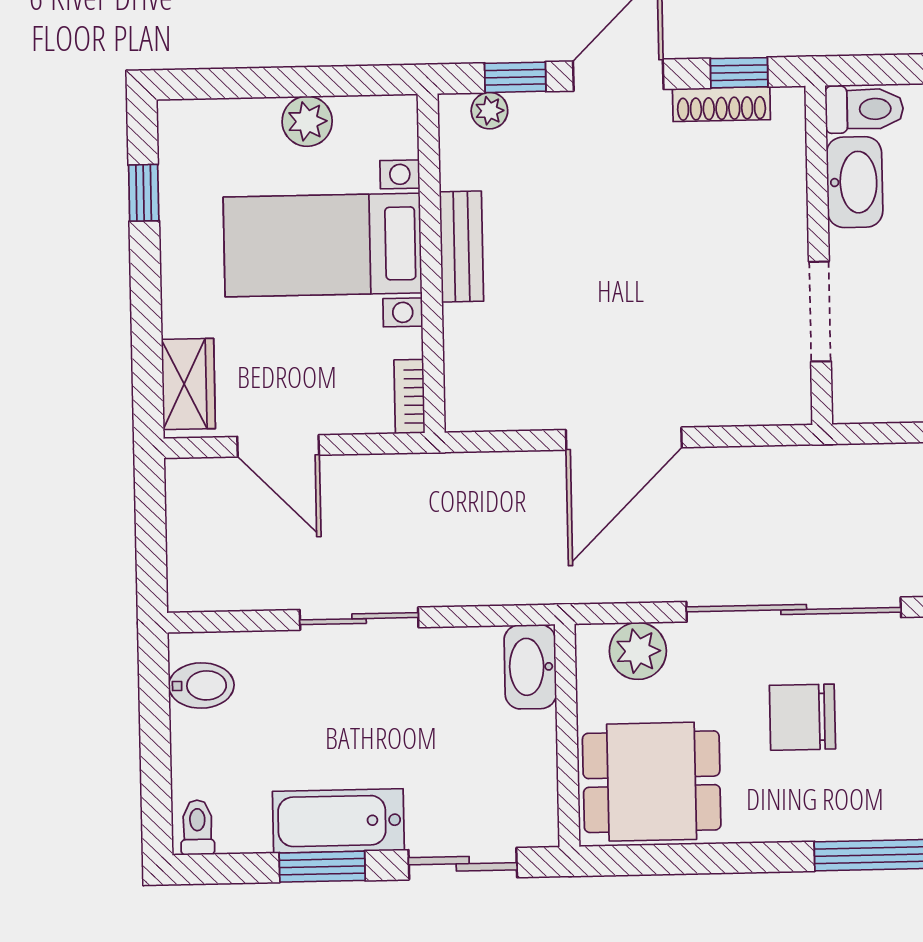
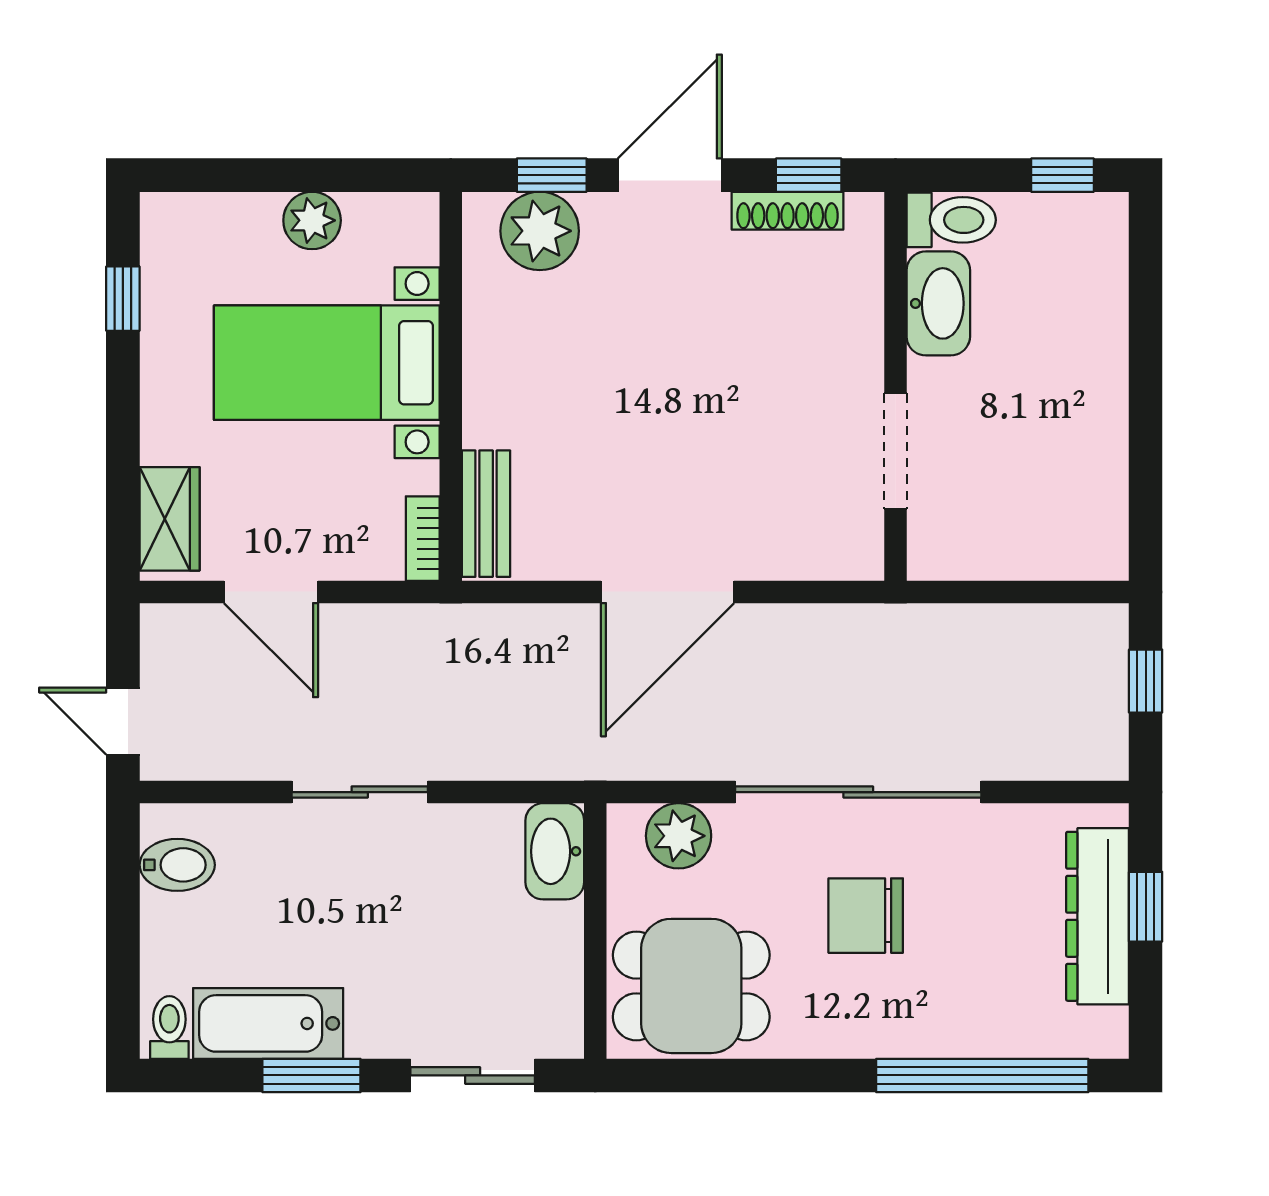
plant: (489, 111) -> (540, 231), width x1.88, depth x1.88
bench: (461, 247) -> (486, 514), moved
door: (151, 561) -> (123, 721), added
bathtub: (338, 821) -> (268, 1023), moved

